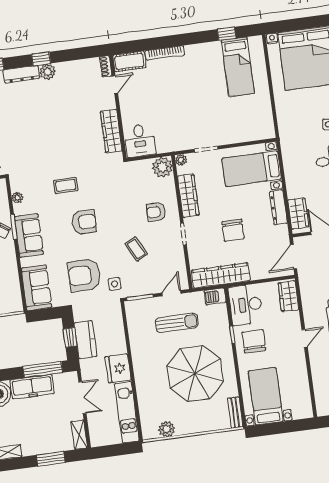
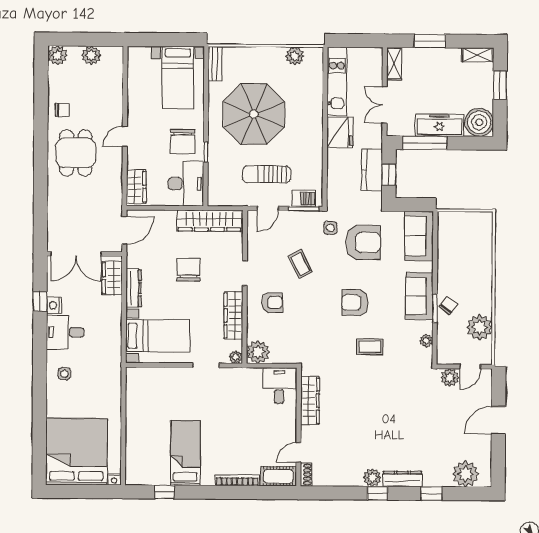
bed: (238, 67) -> (185, 453), moved
barbecue: (215, 296) -> (304, 198), moved

